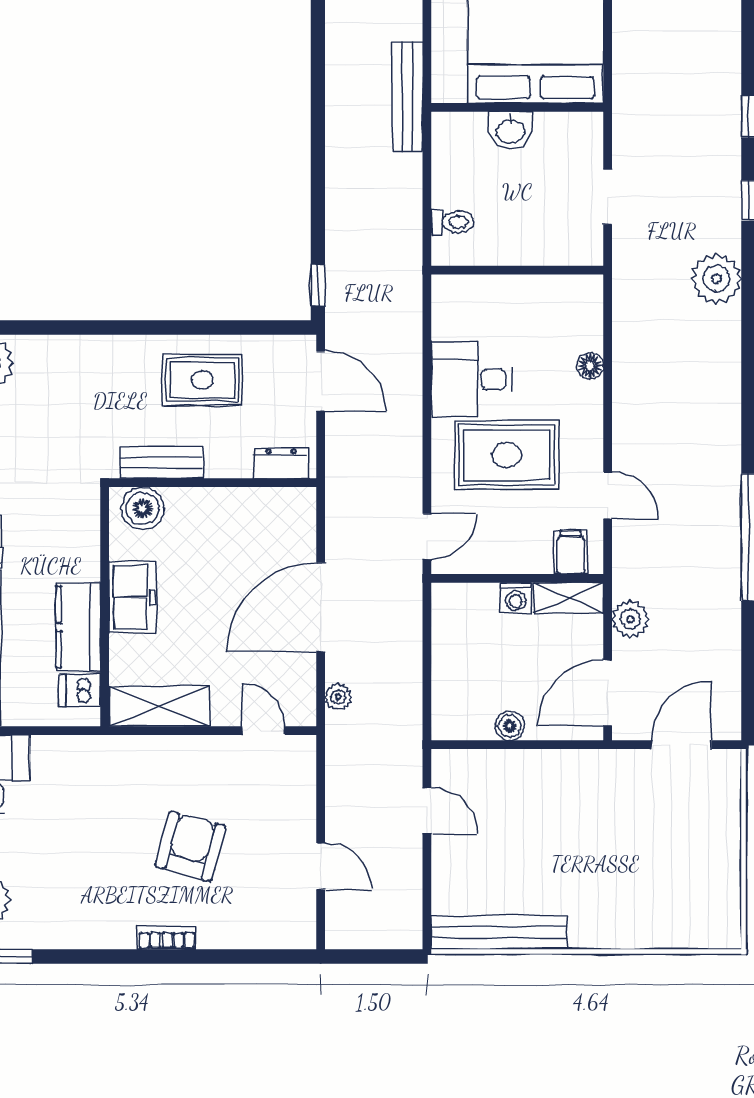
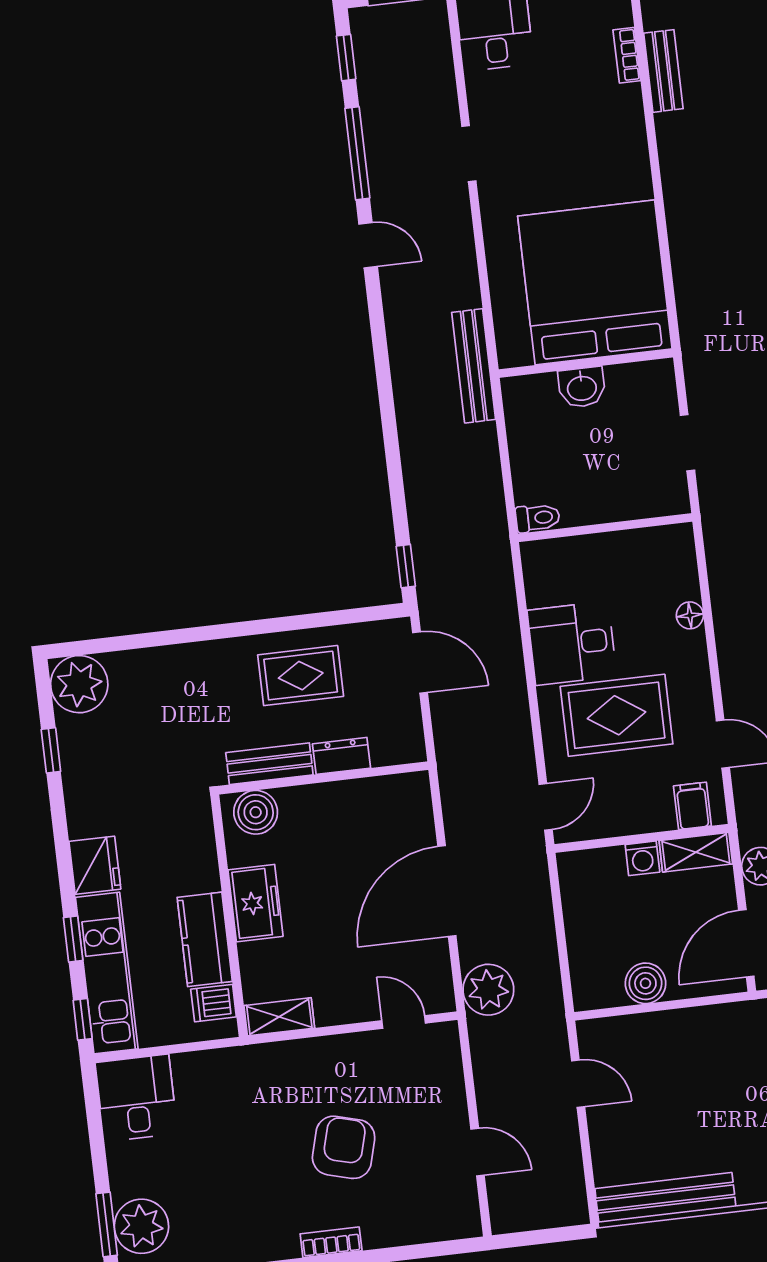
toilet: (452, 222) -> (538, 518), moved
dresser: (281, 463) -> (342, 756), moved
plant: (338, 697) -> (488, 990), width x1.87, depth x1.87
shelving: (159, 706) -> (279, 1017), width x0.67, depth x0.75
boiler: (510, 726) -> (645, 983), width x1.36, depth x1.36

